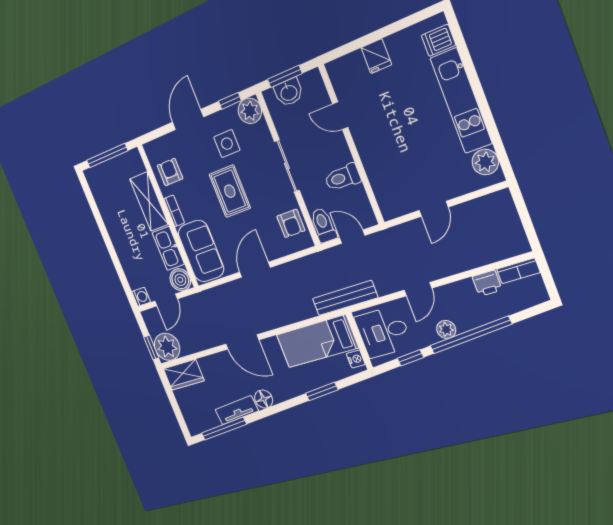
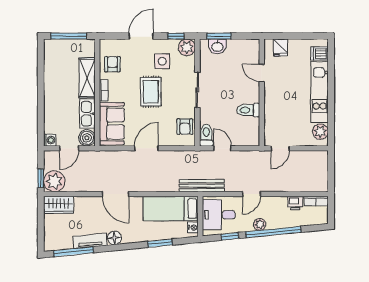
door: (340, 116) -> (262, 73), moved
wall: (351, 145) -> (262, 93), moved
toilet: (343, 177) -> (248, 110), moved

